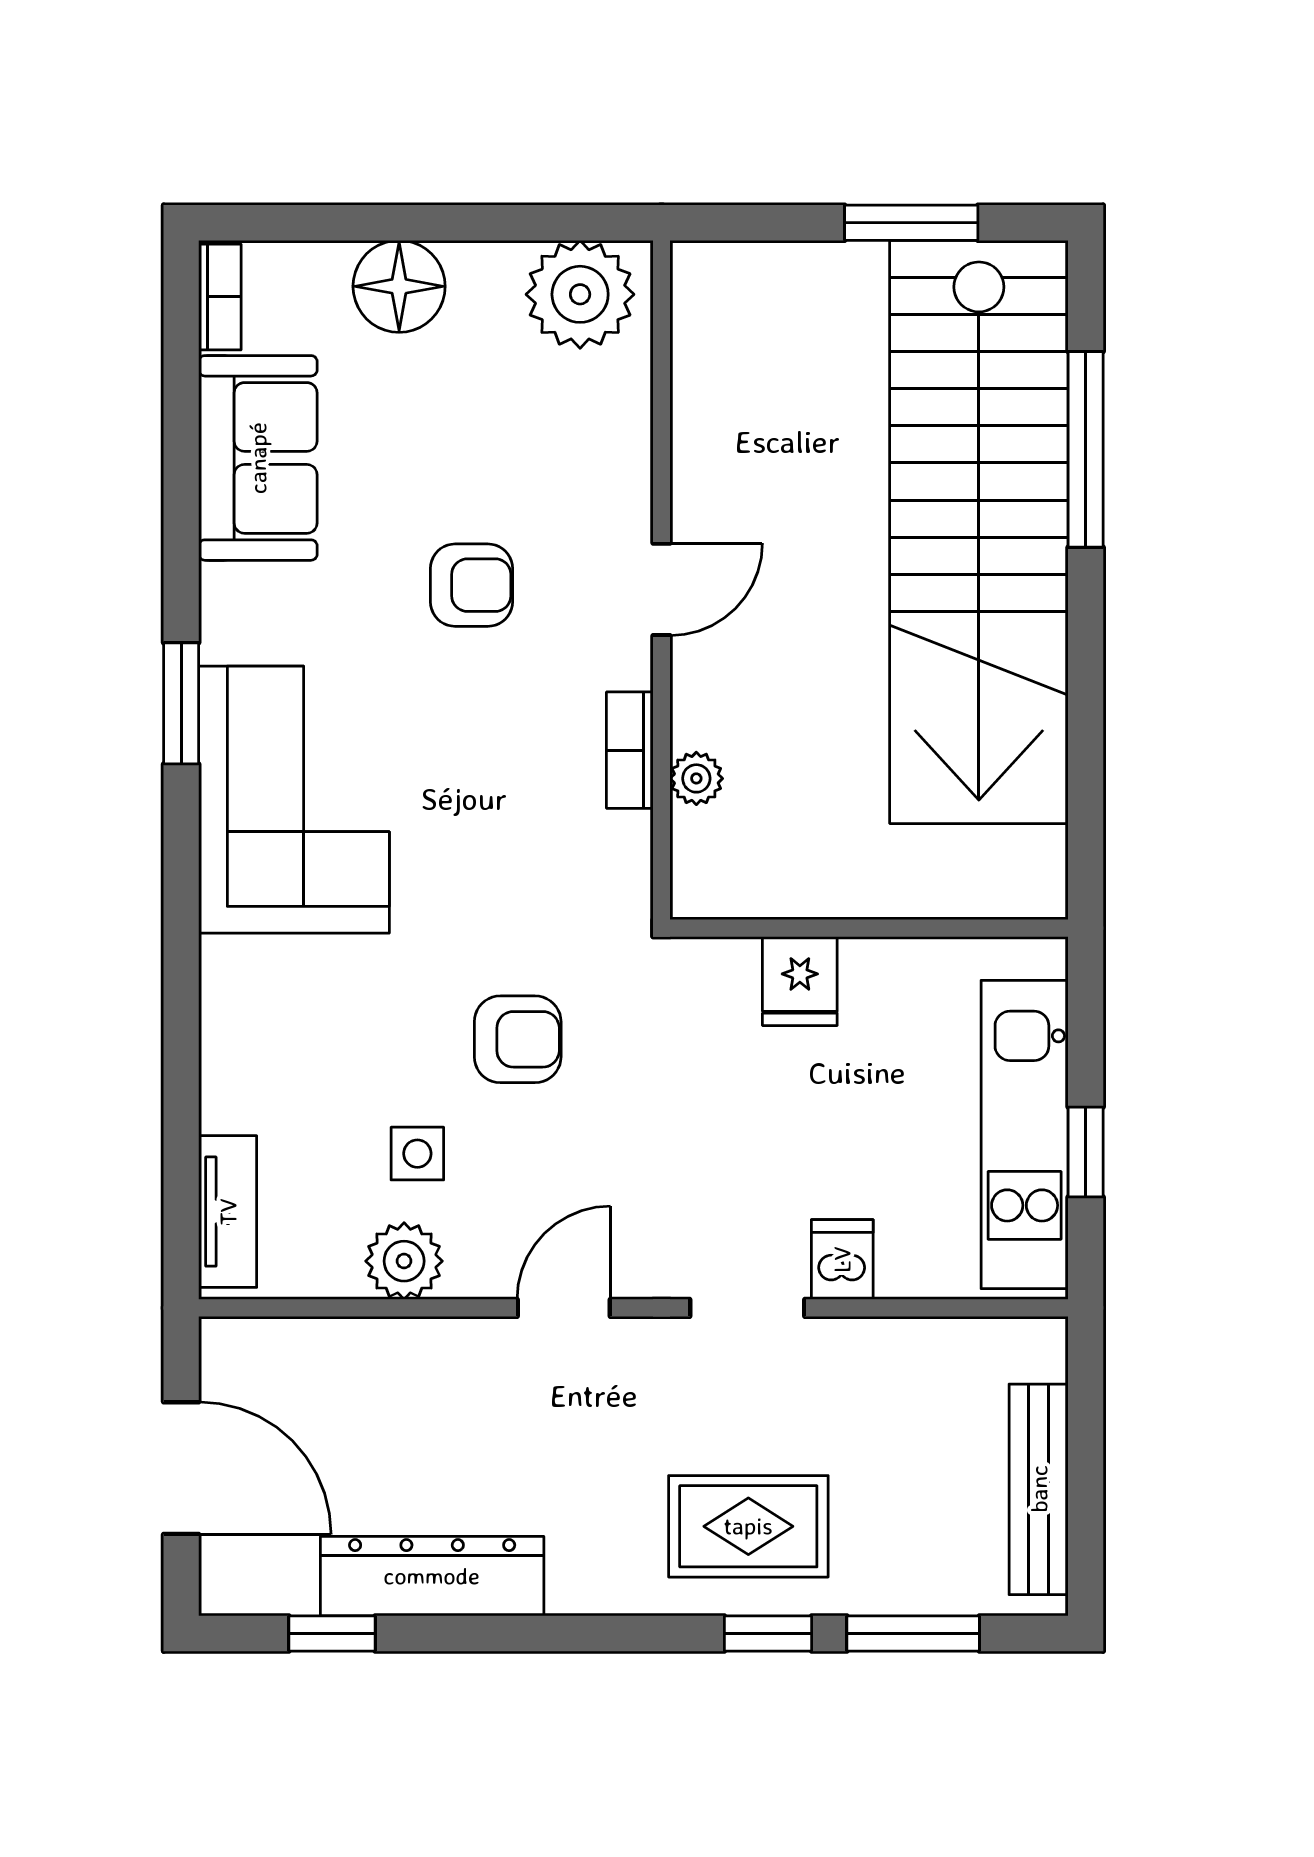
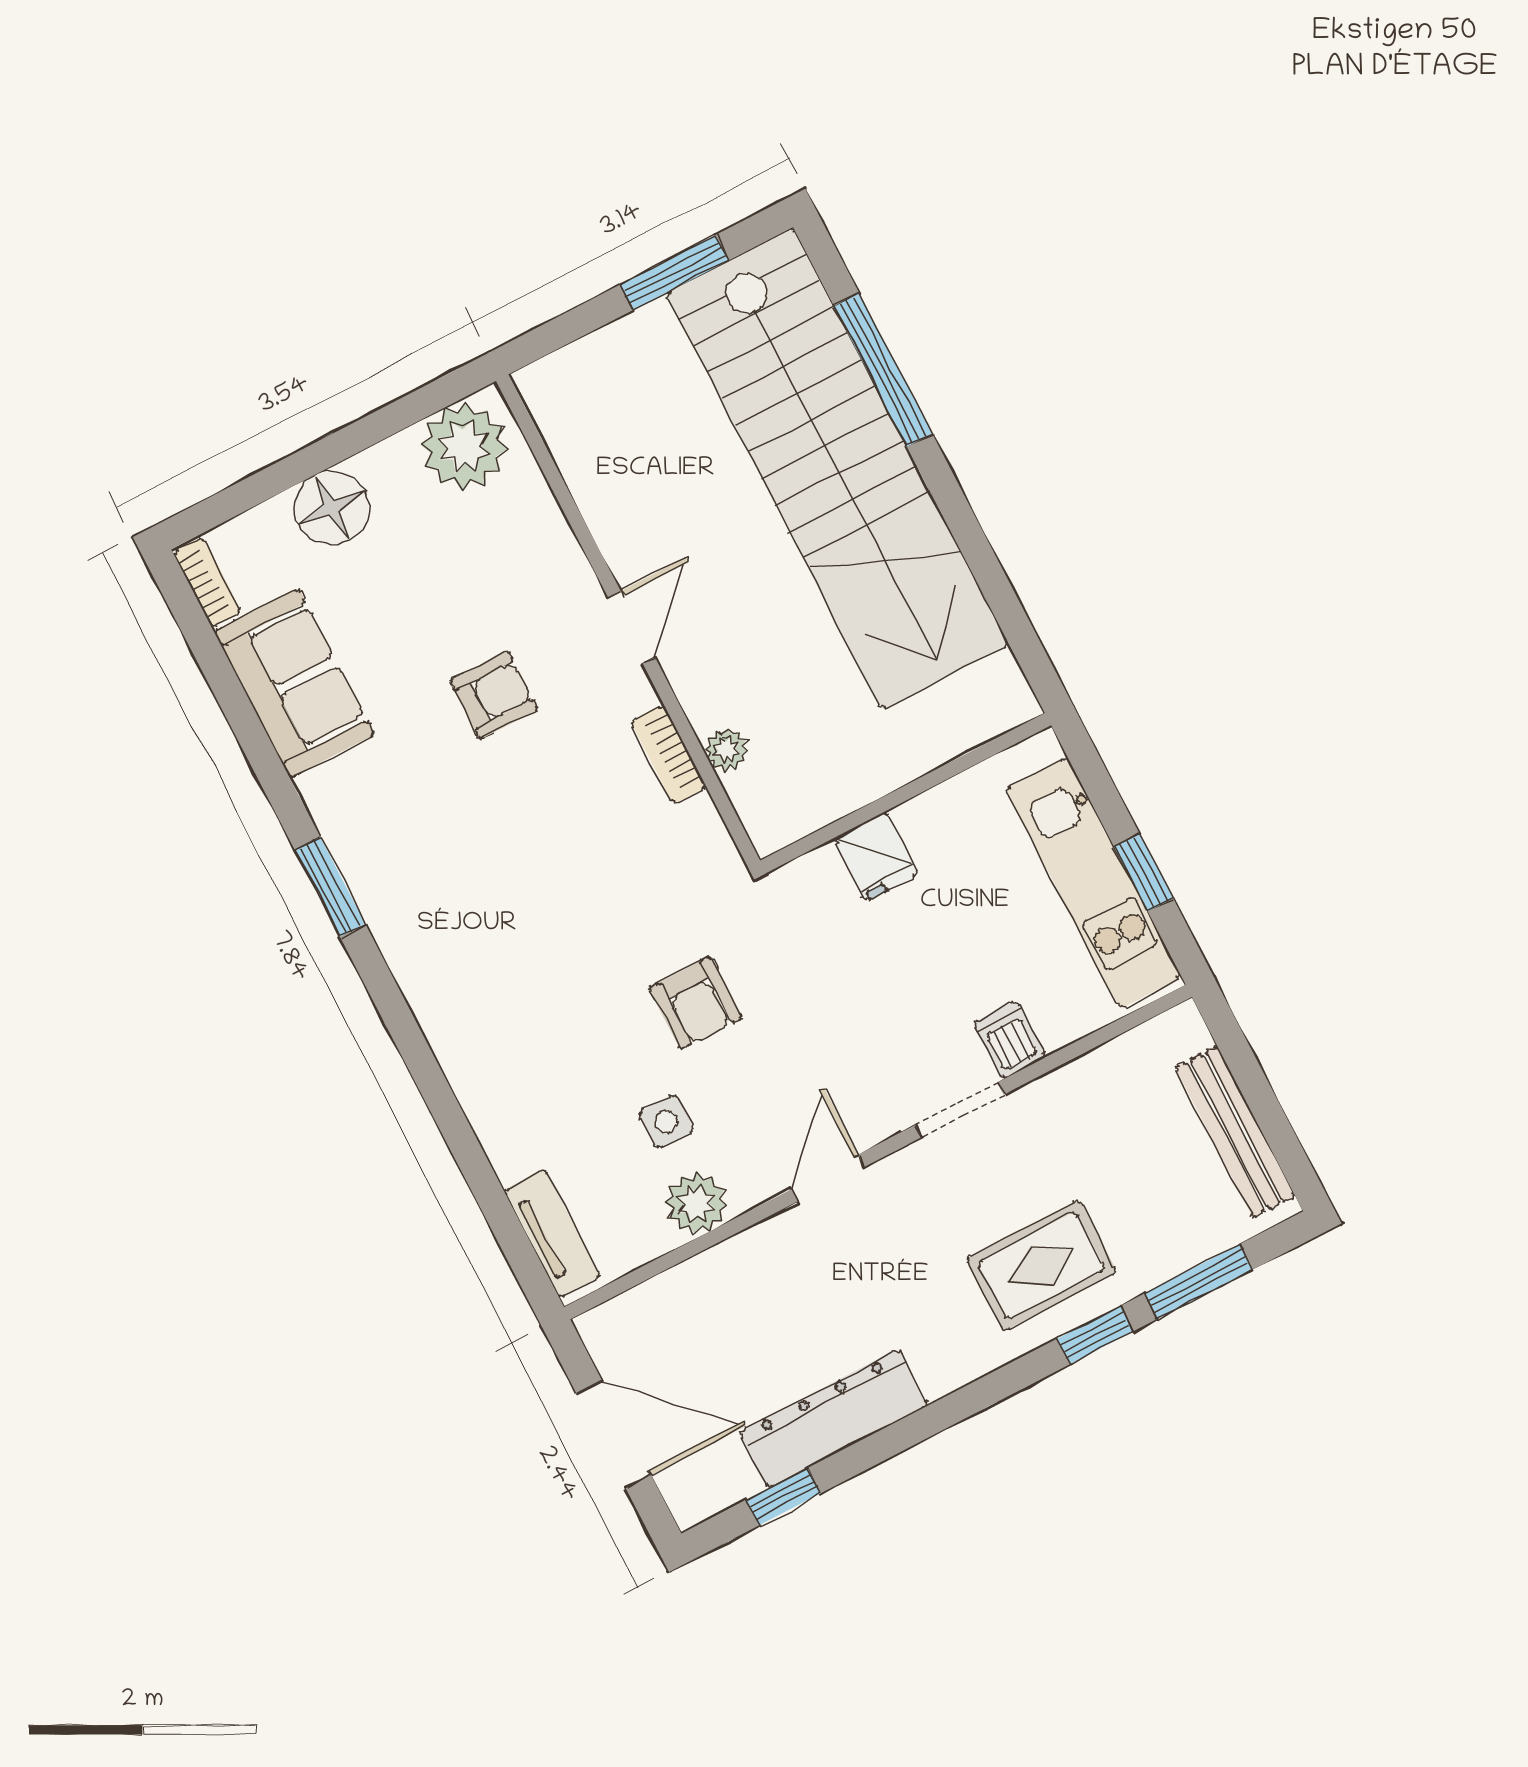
corner sofa: (294, 800) -> (447, 914), removed
armchair: (518, 1039) -> (696, 1003), turned 90

